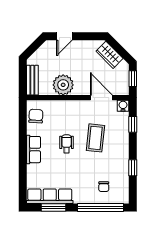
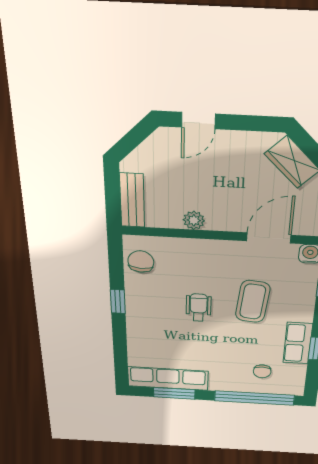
plant: (63, 85) -> (194, 220), width x0.53, depth x0.53
door: (101, 98) -> (269, 238), hinge flipped
window: (23, 143) -> (118, 301), added
row of seats: (33, 150) -> (298, 343), moved, turned 180

